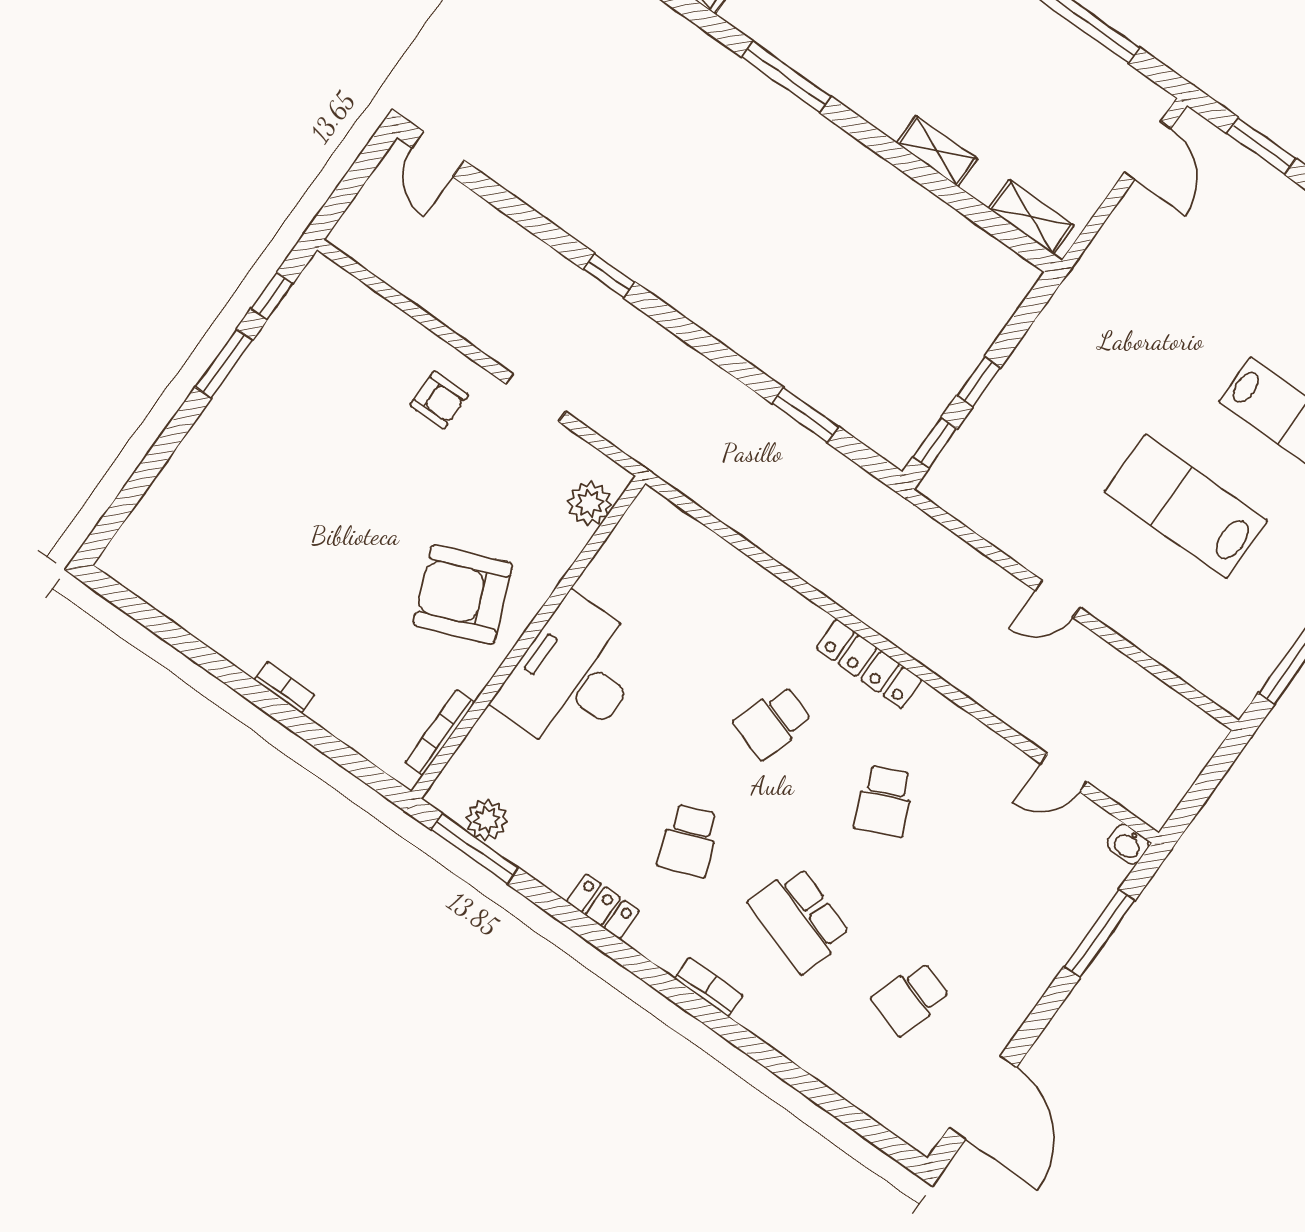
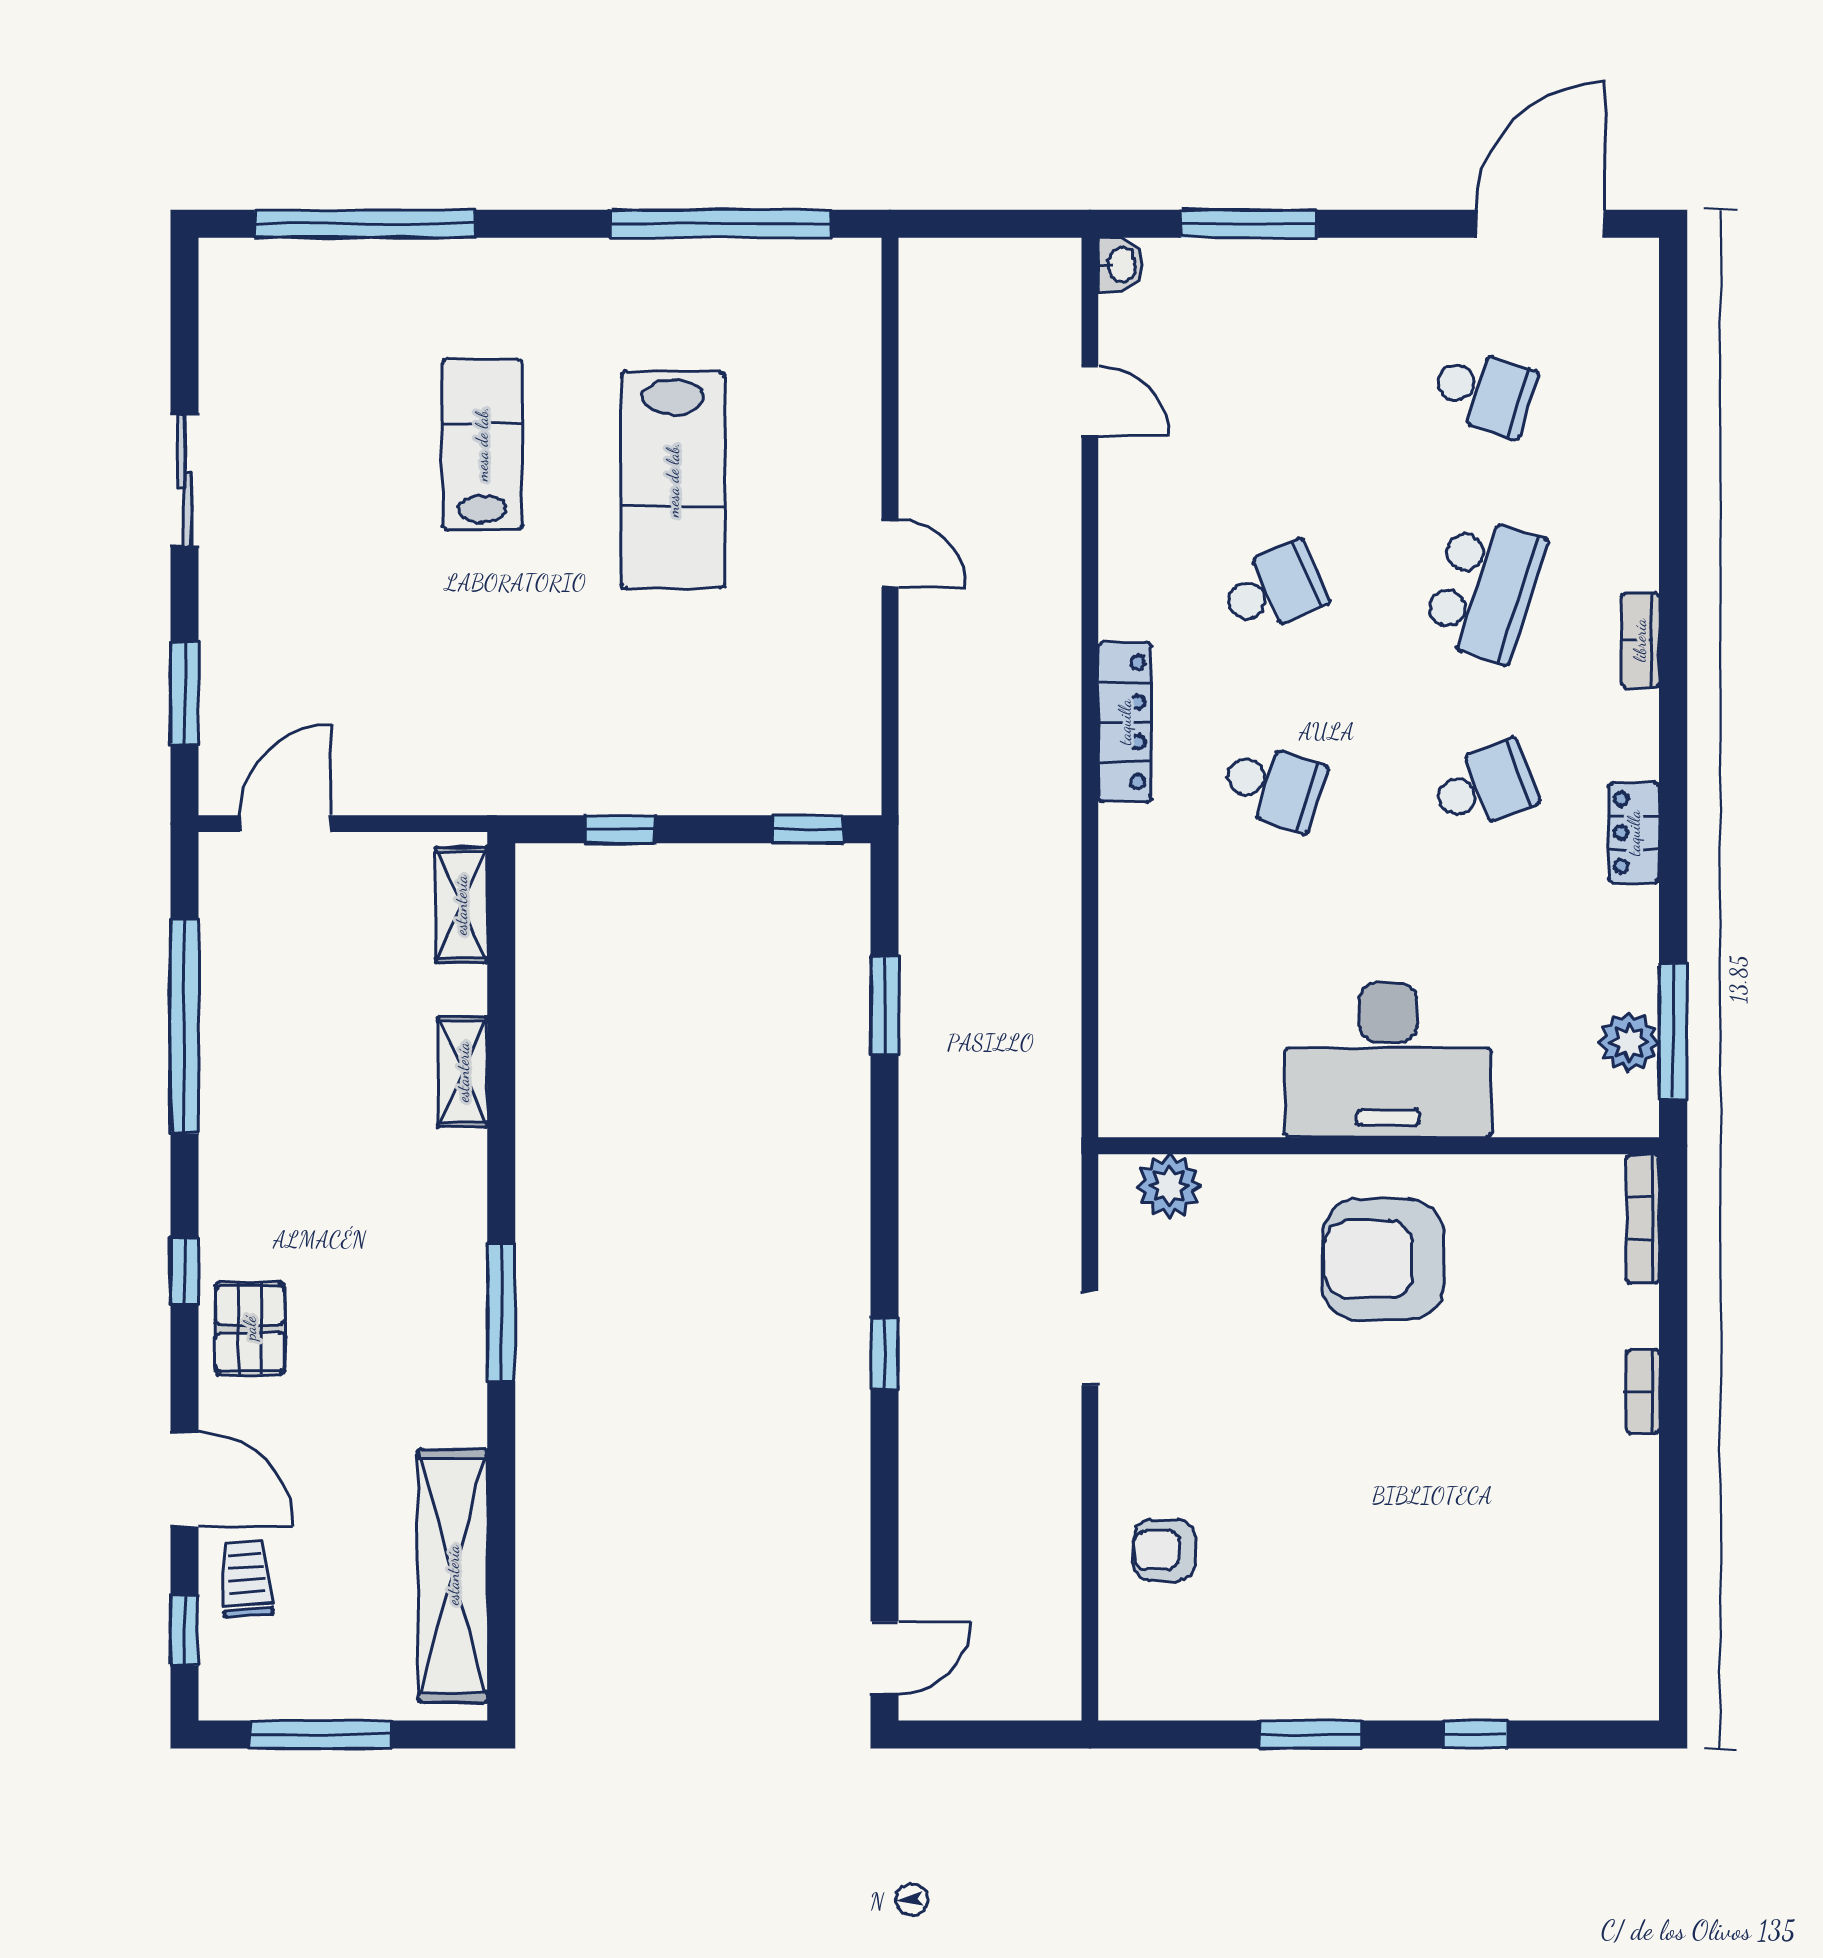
window: (272, 296) -> (1475, 1735), moved
window: (978, 382) -> (620, 829), moved
armchair: (439, 400) -> (1164, 1550), moved, turned -90
armchair: (463, 594) -> (1383, 1259), turned 112
bookcase: (440, 732) -> (1643, 1219), moved, turned 90

